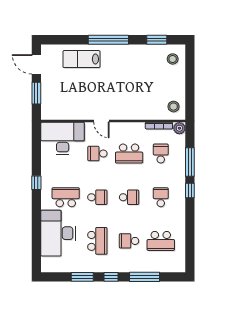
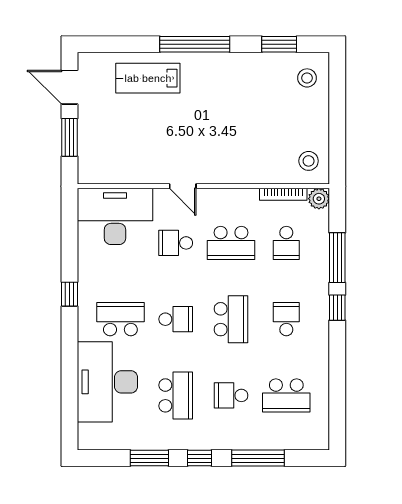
school desk: (161, 154) -> (286, 243), turned 180
school desk: (129, 197) -> (231, 319), width x1.85

